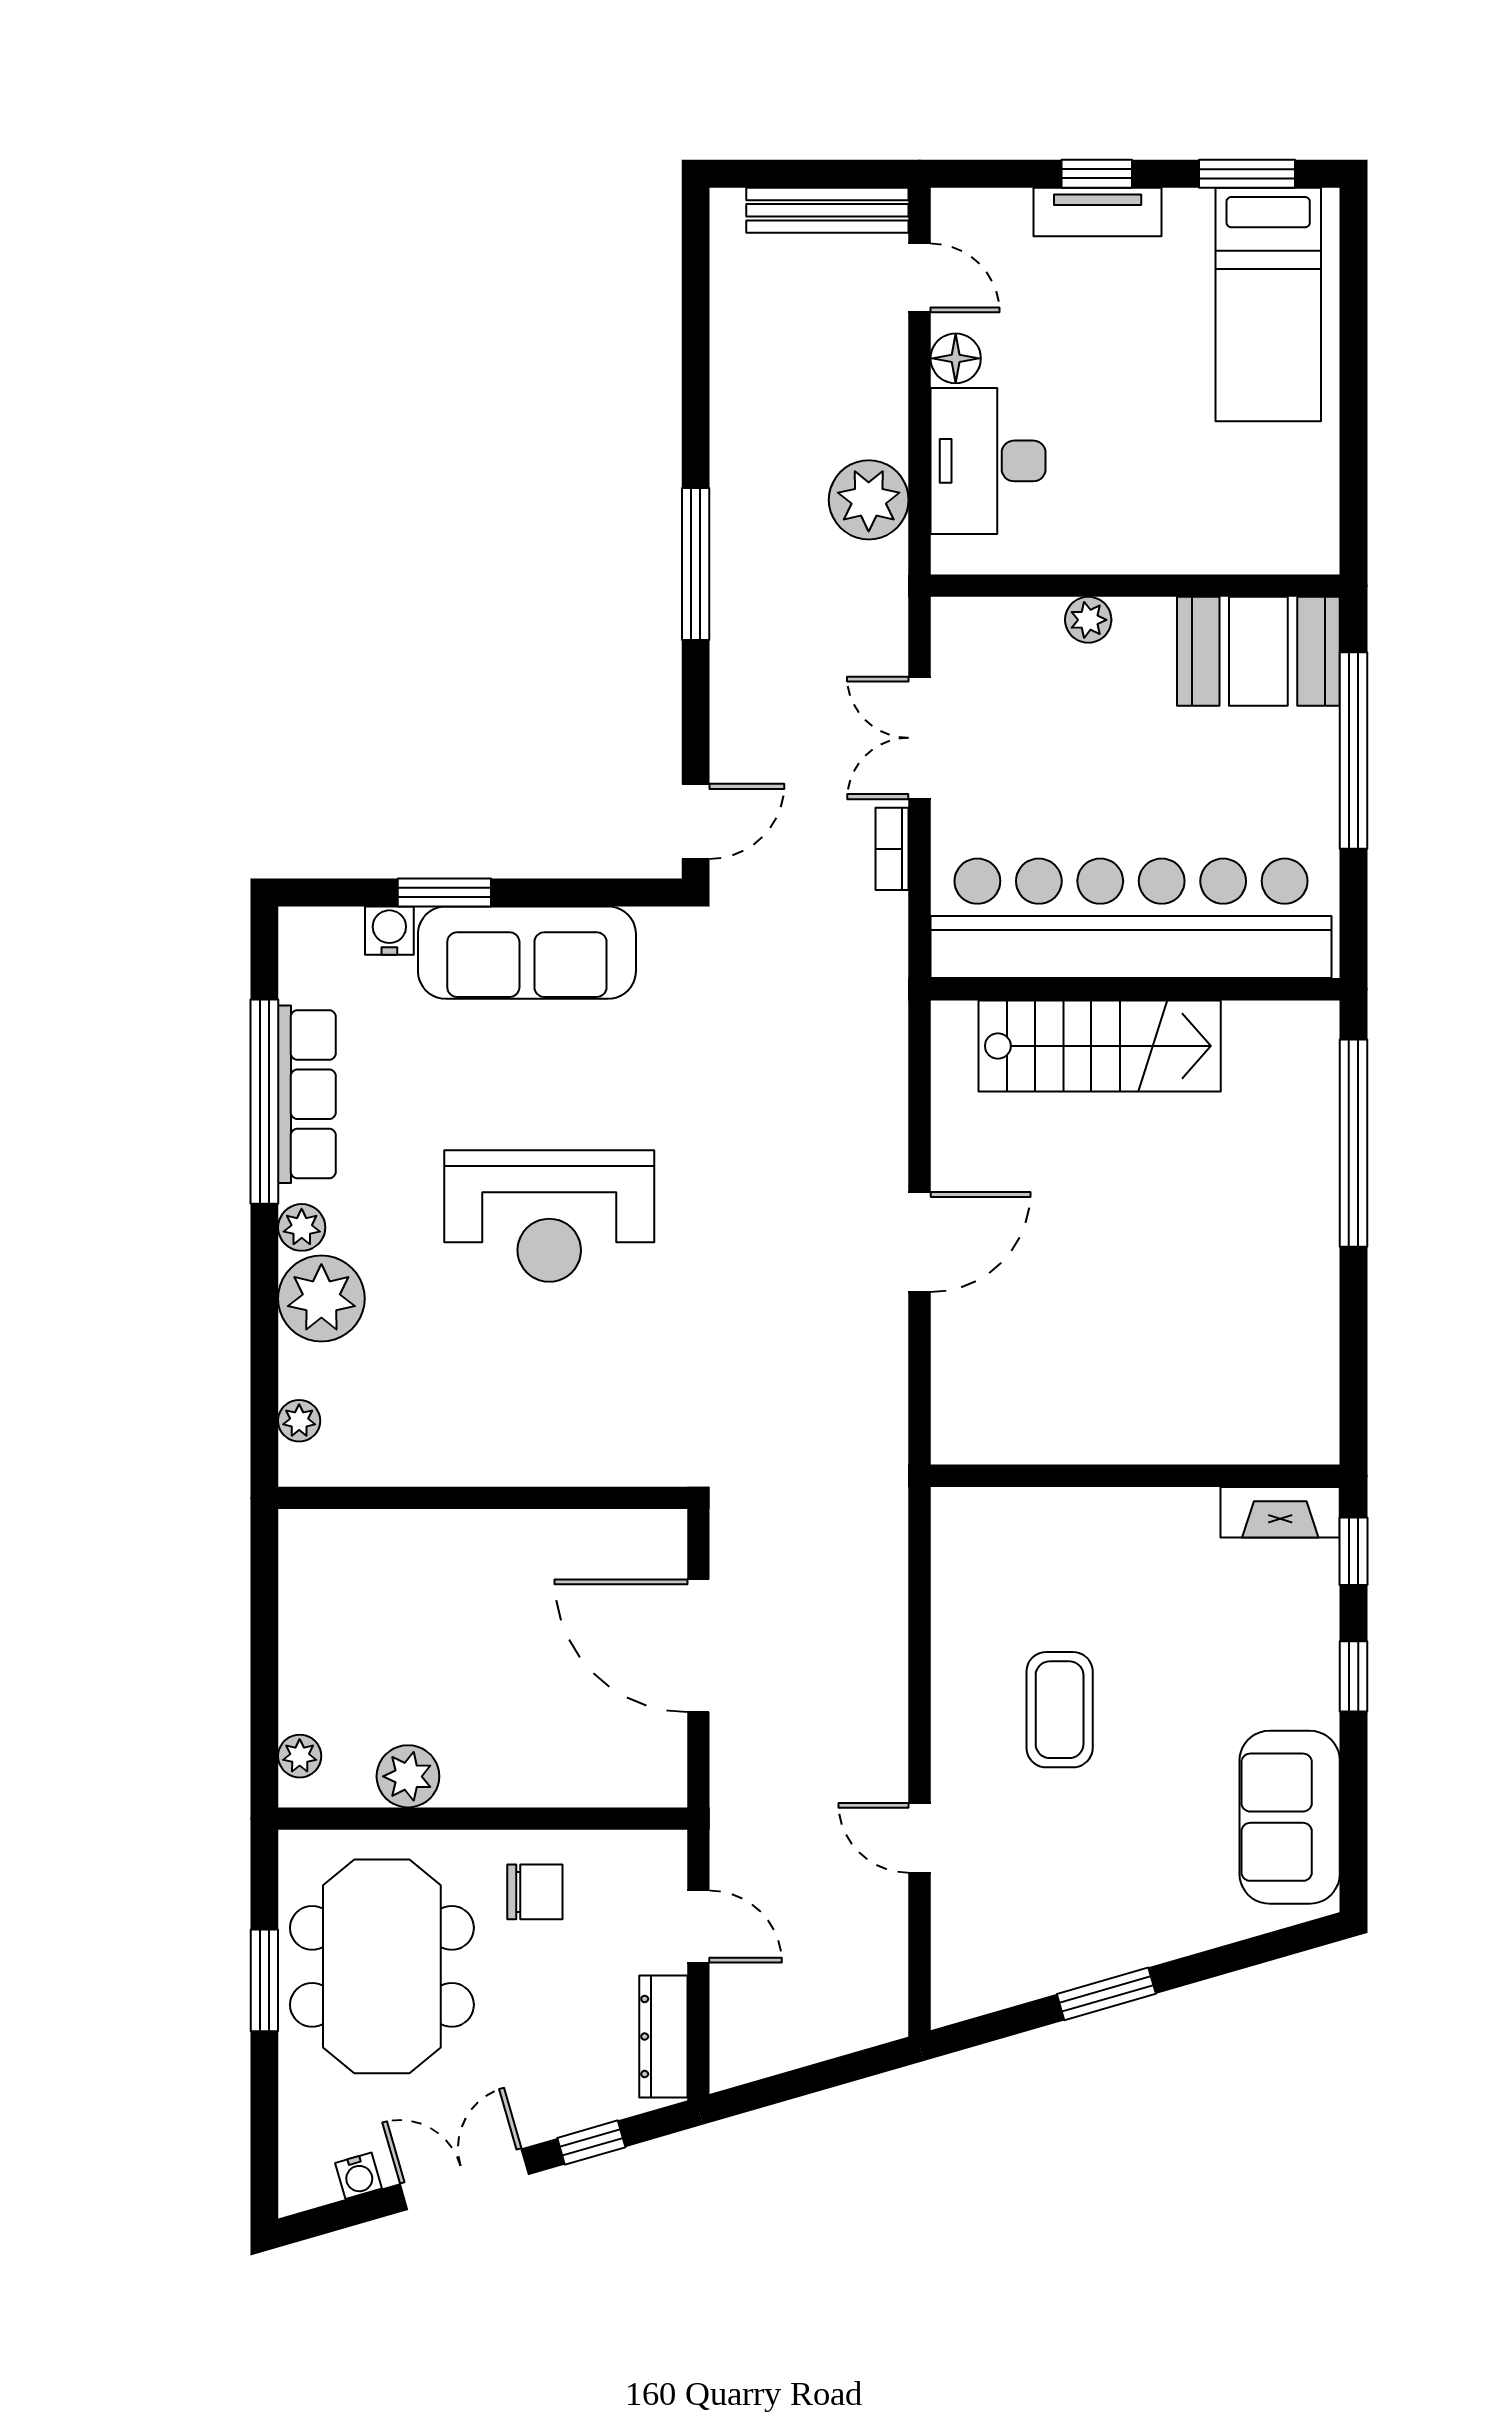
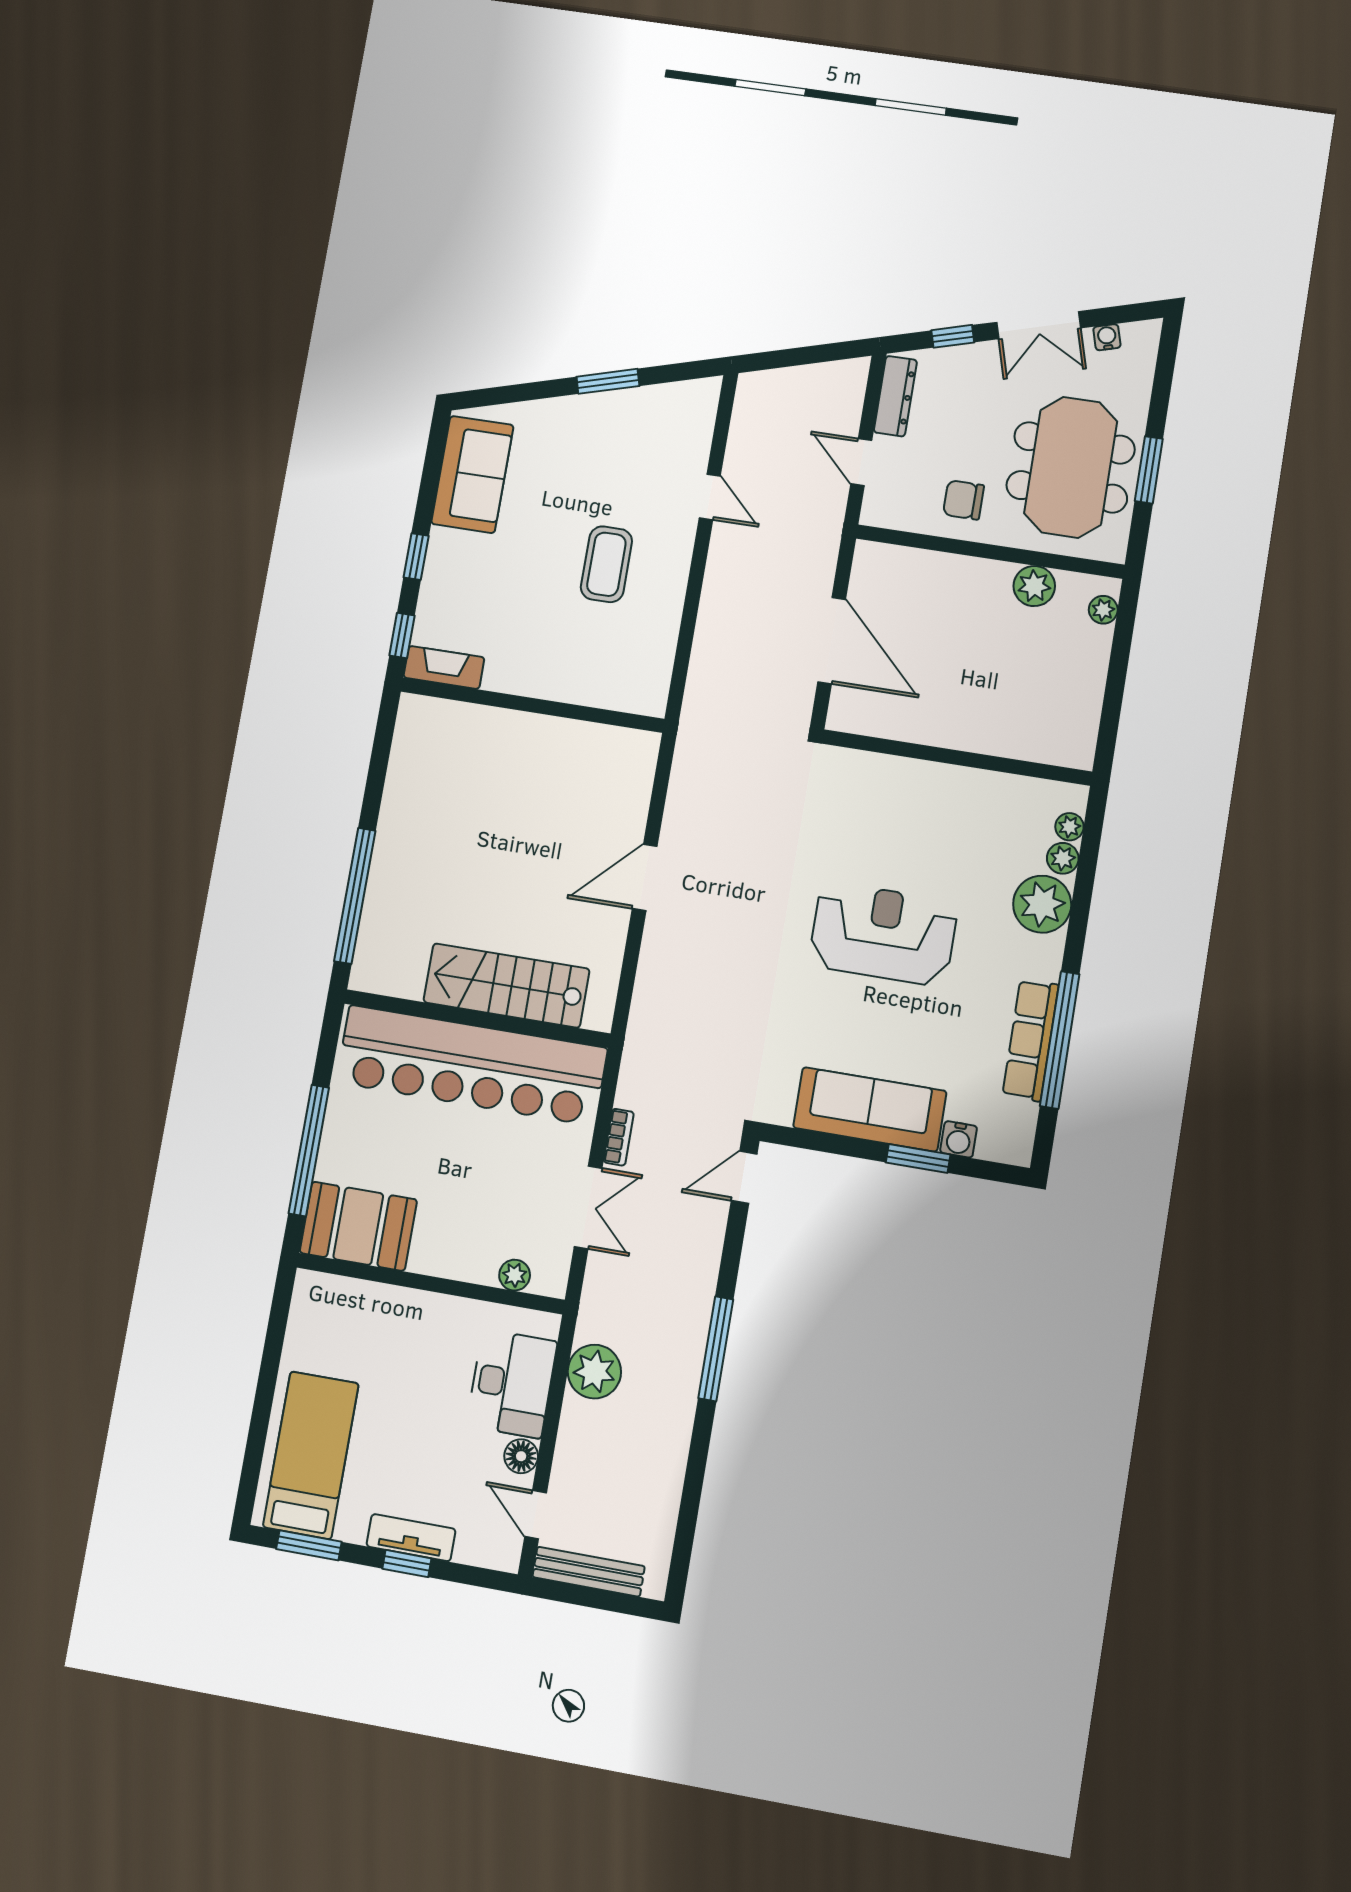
plant: (1088, 620) -> (515, 1275), moved
plant: (302, 1227) -> (1063, 858), moved

